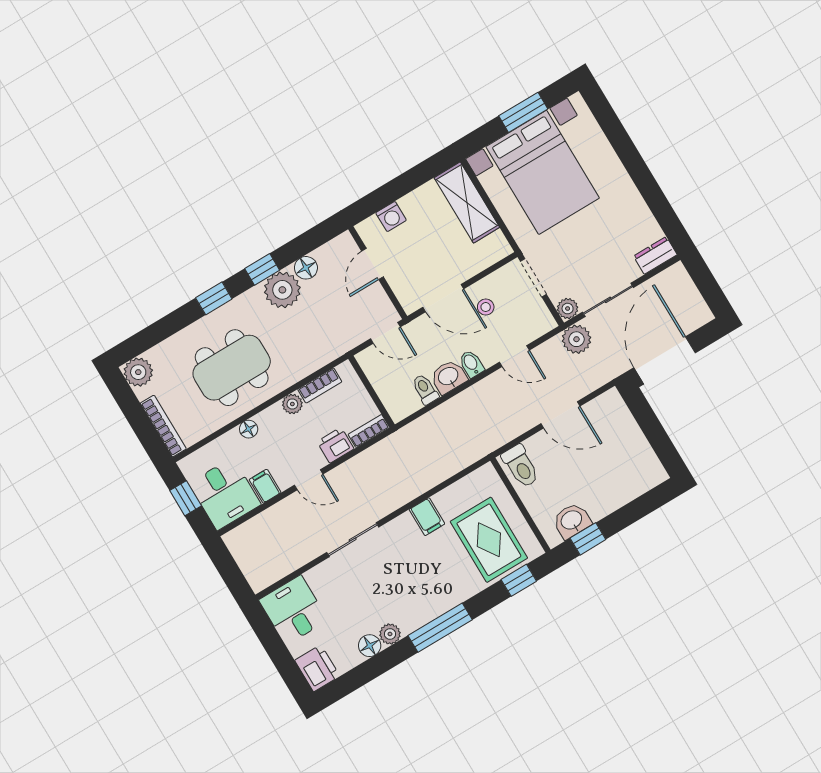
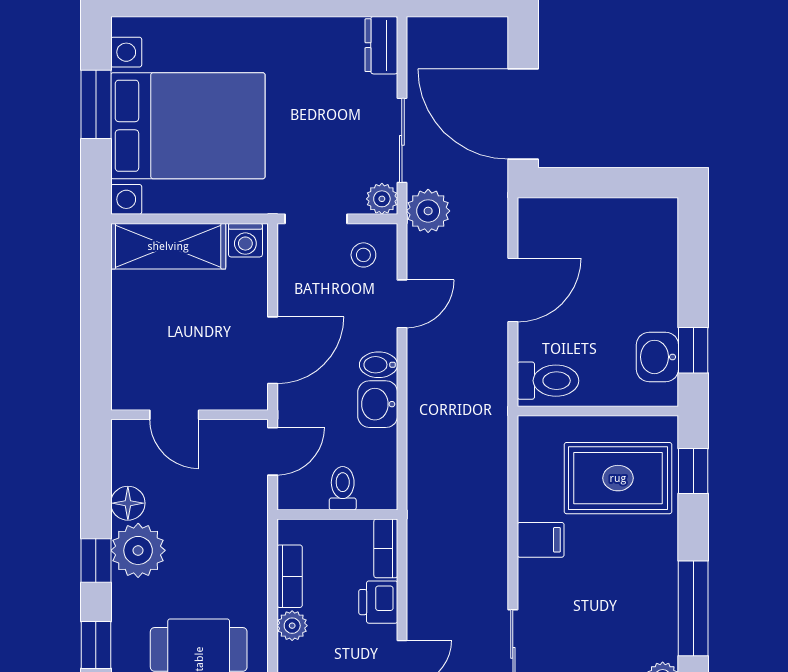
washing machine: (391, 217) -> (245, 240), moved, turned 90
stool: (486, 307) -> (363, 255), moved
toilet: (425, 389) -> (343, 488), moved, turned 90

